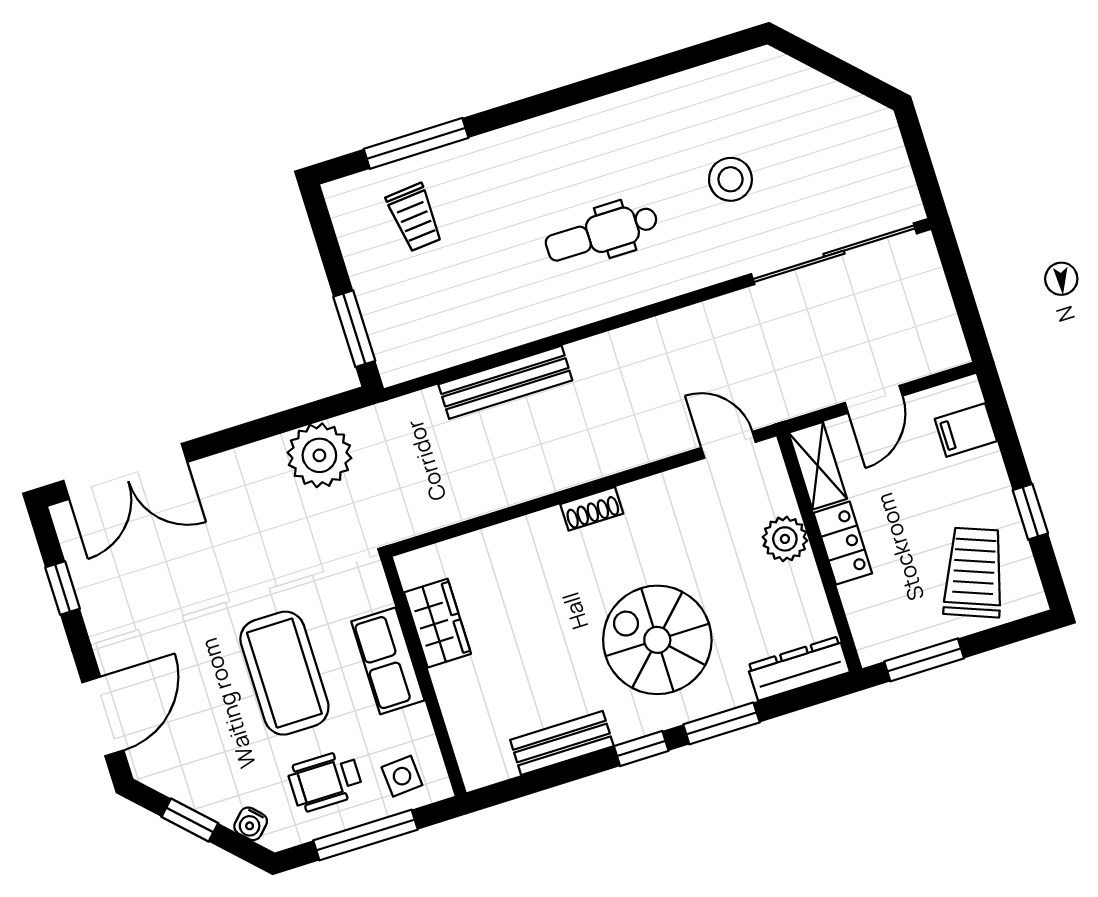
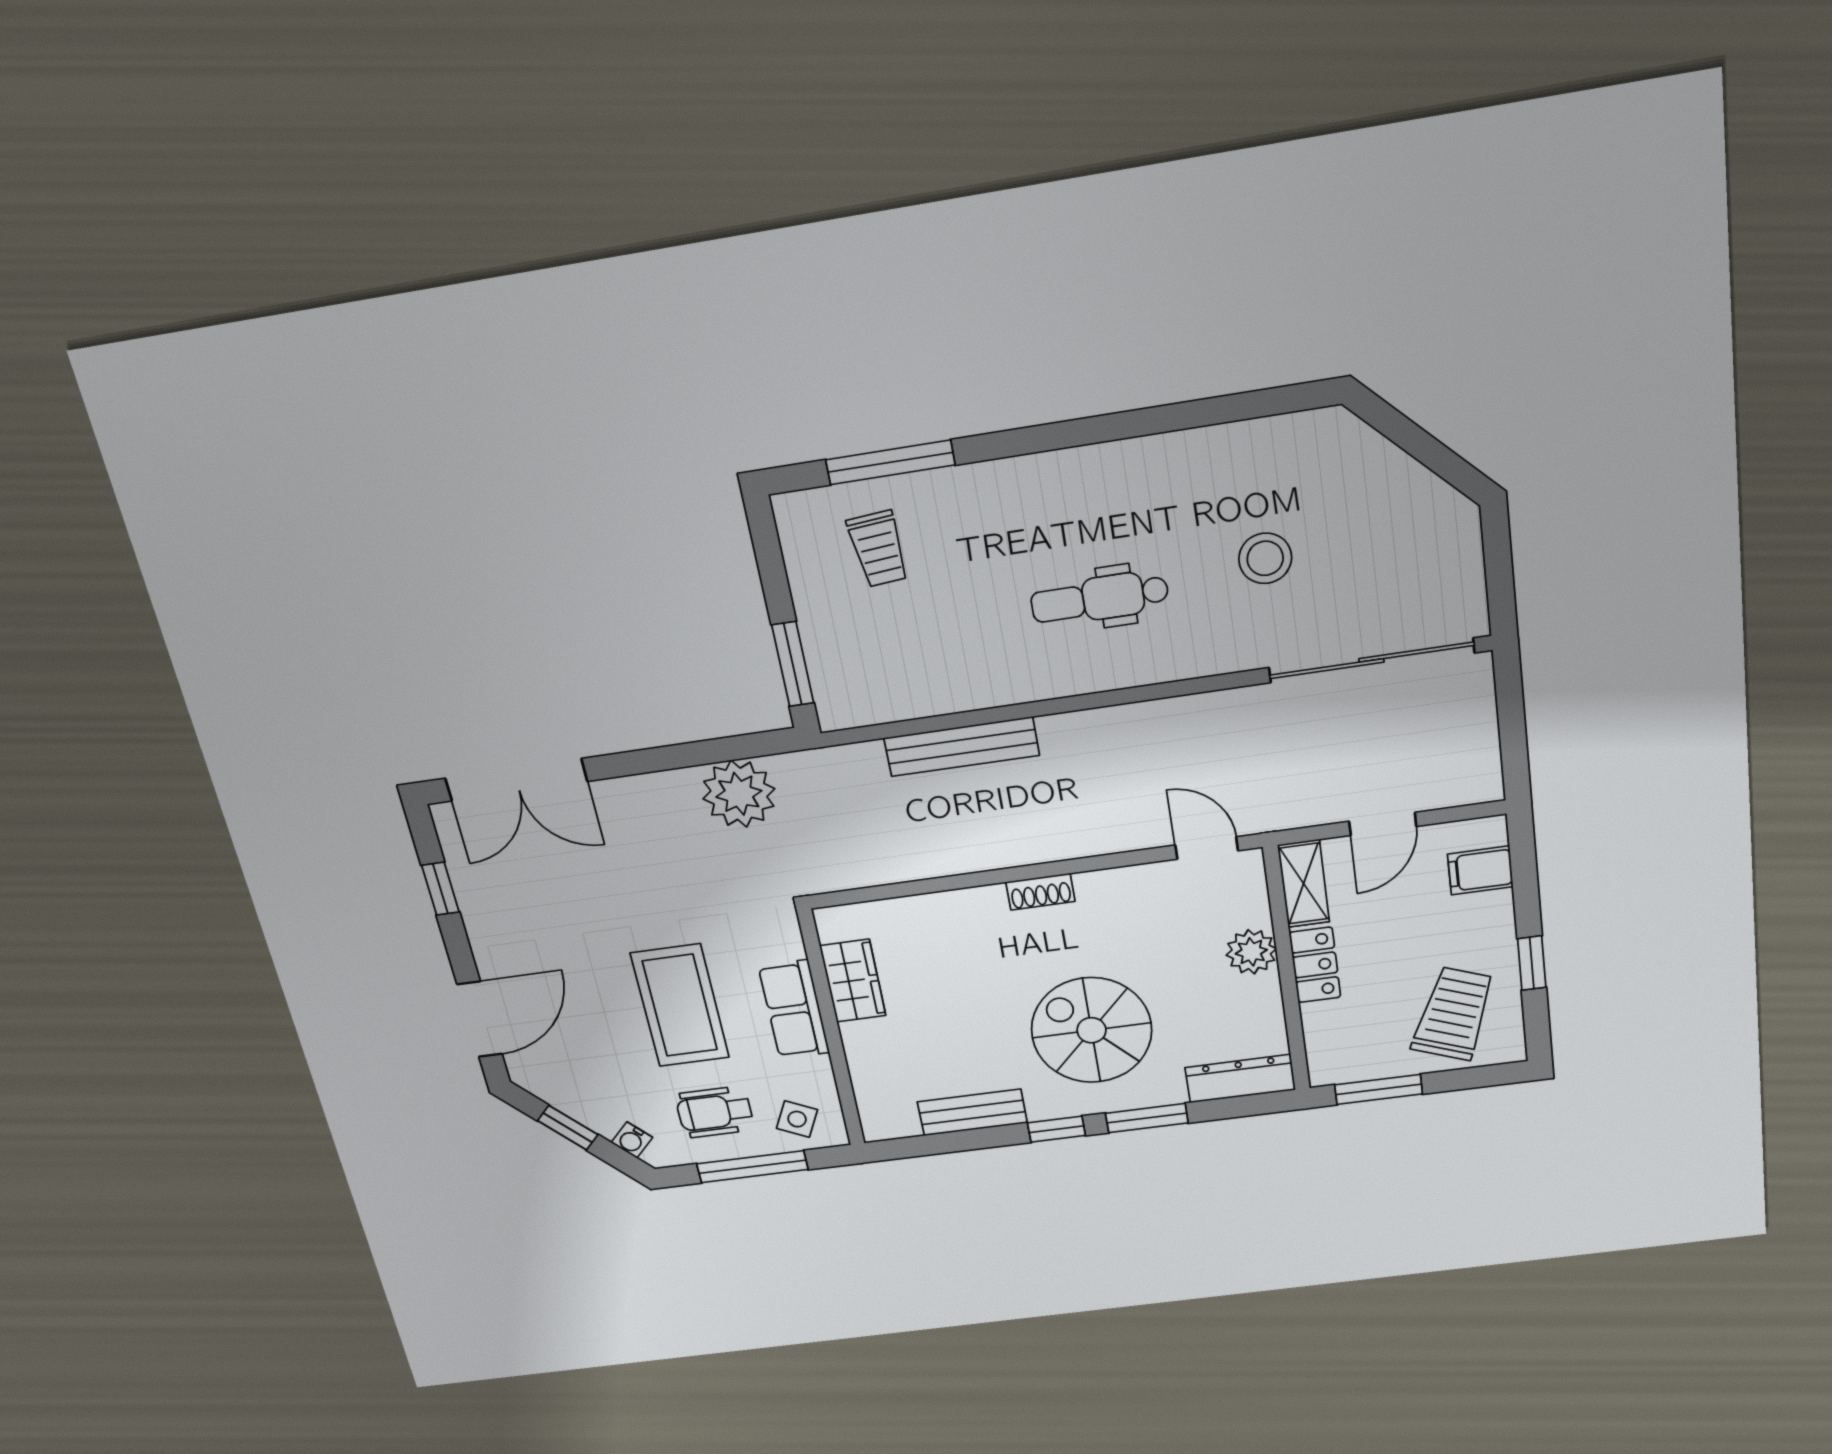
side table: (402, 776) -> (797, 1119), turned 30

